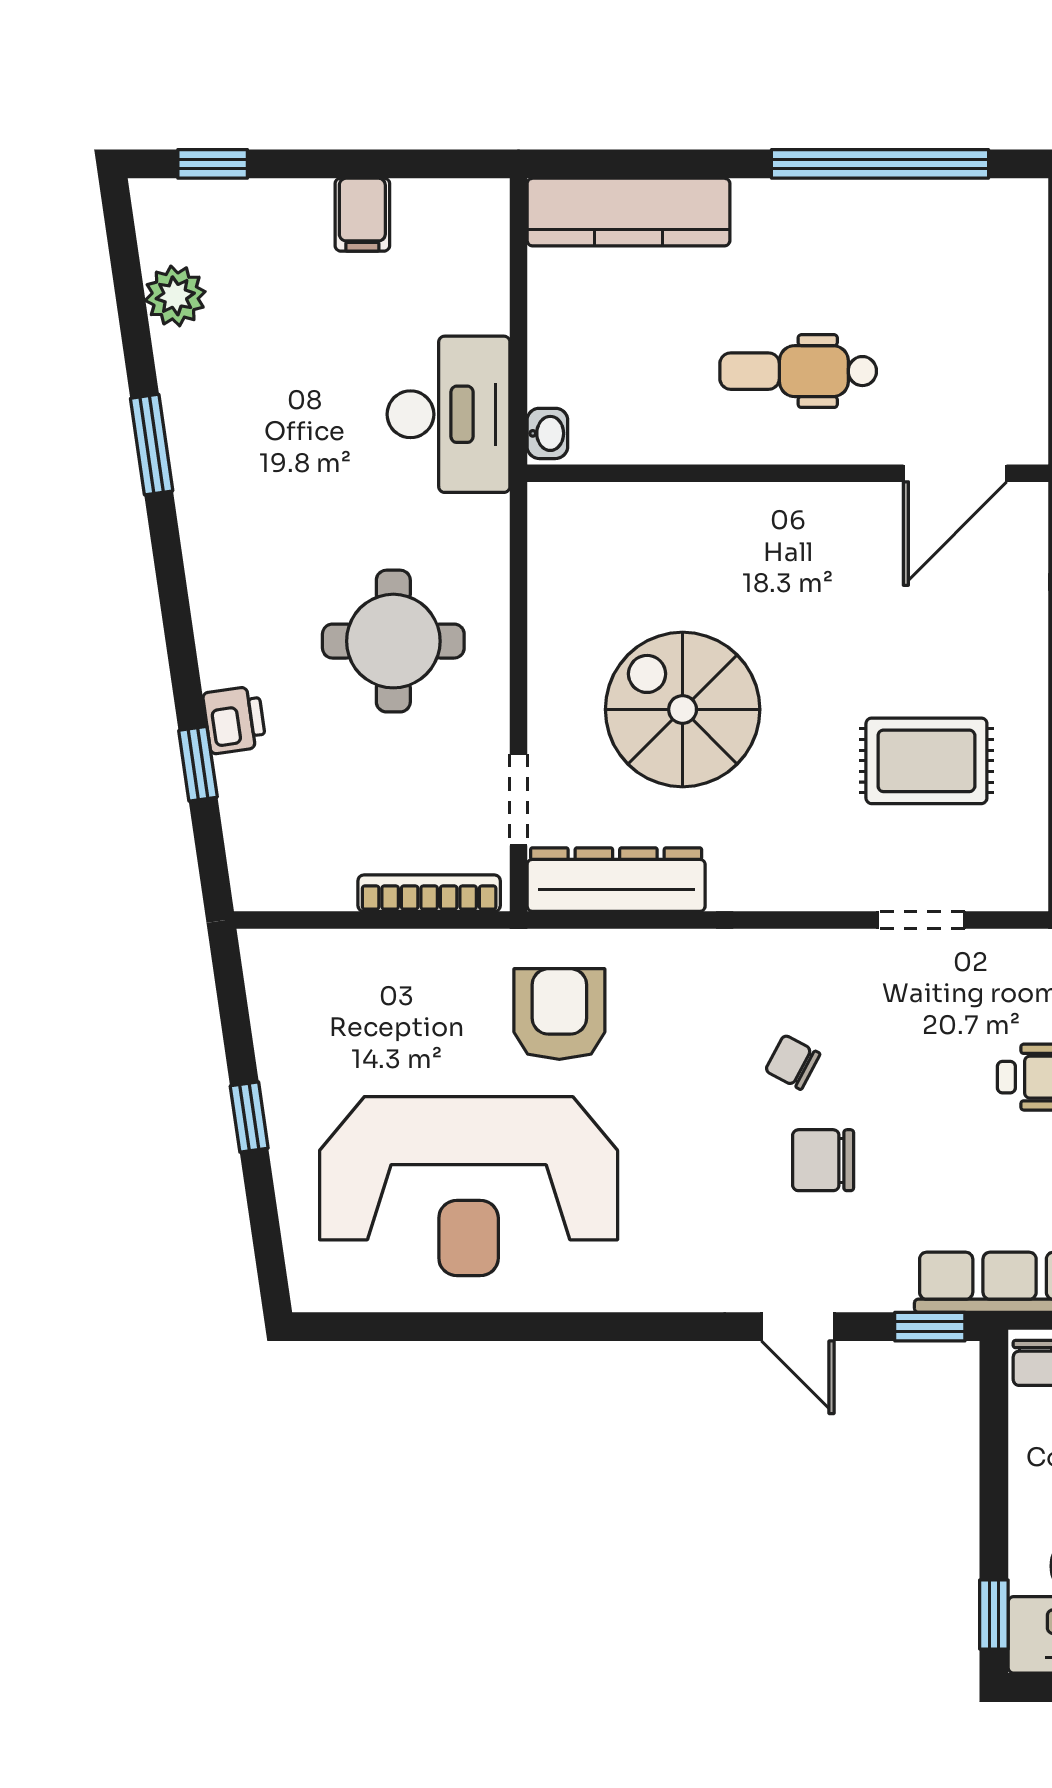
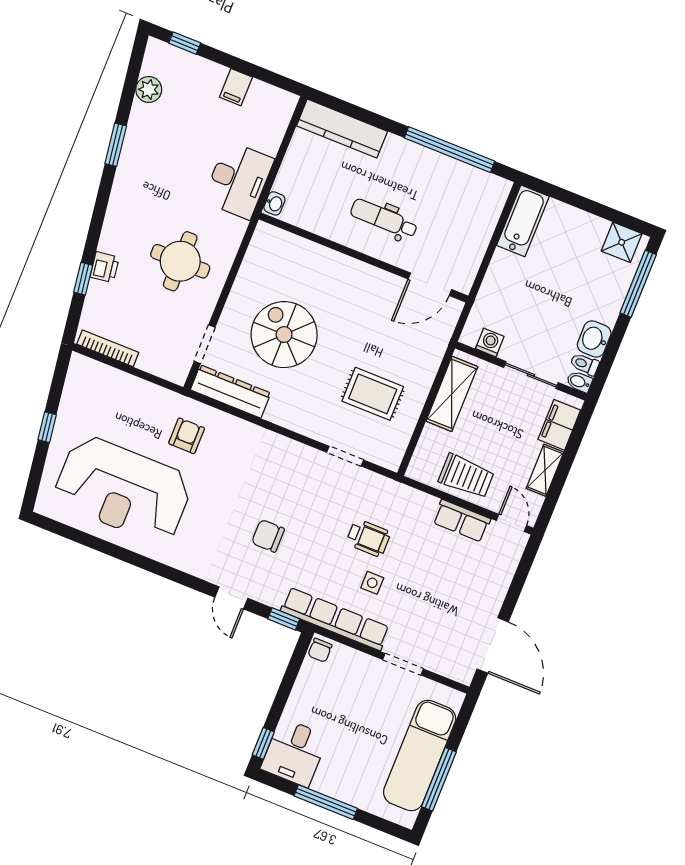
bookcase: (429, 893) -> (108, 348), moved
armchair: (559, 1014) -> (187, 436), width x0.72, depth x0.72
chair: (793, 1062) -> (271, 492), removed

